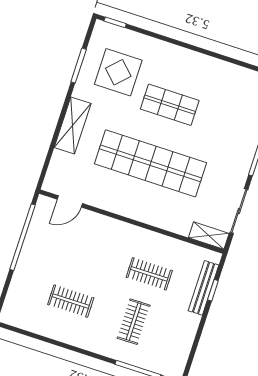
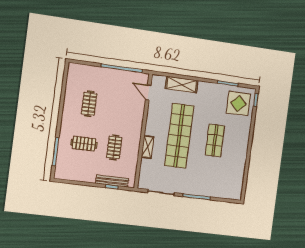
display table: (118, 72) -> (238, 103), moved
shelving: (73, 126) -> (182, 85), moved
shelving: (209, 236) -> (148, 147), moved

